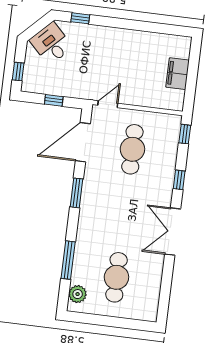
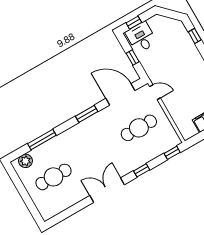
desk: (51, 44) -> (141, 37), moved, turned -45

